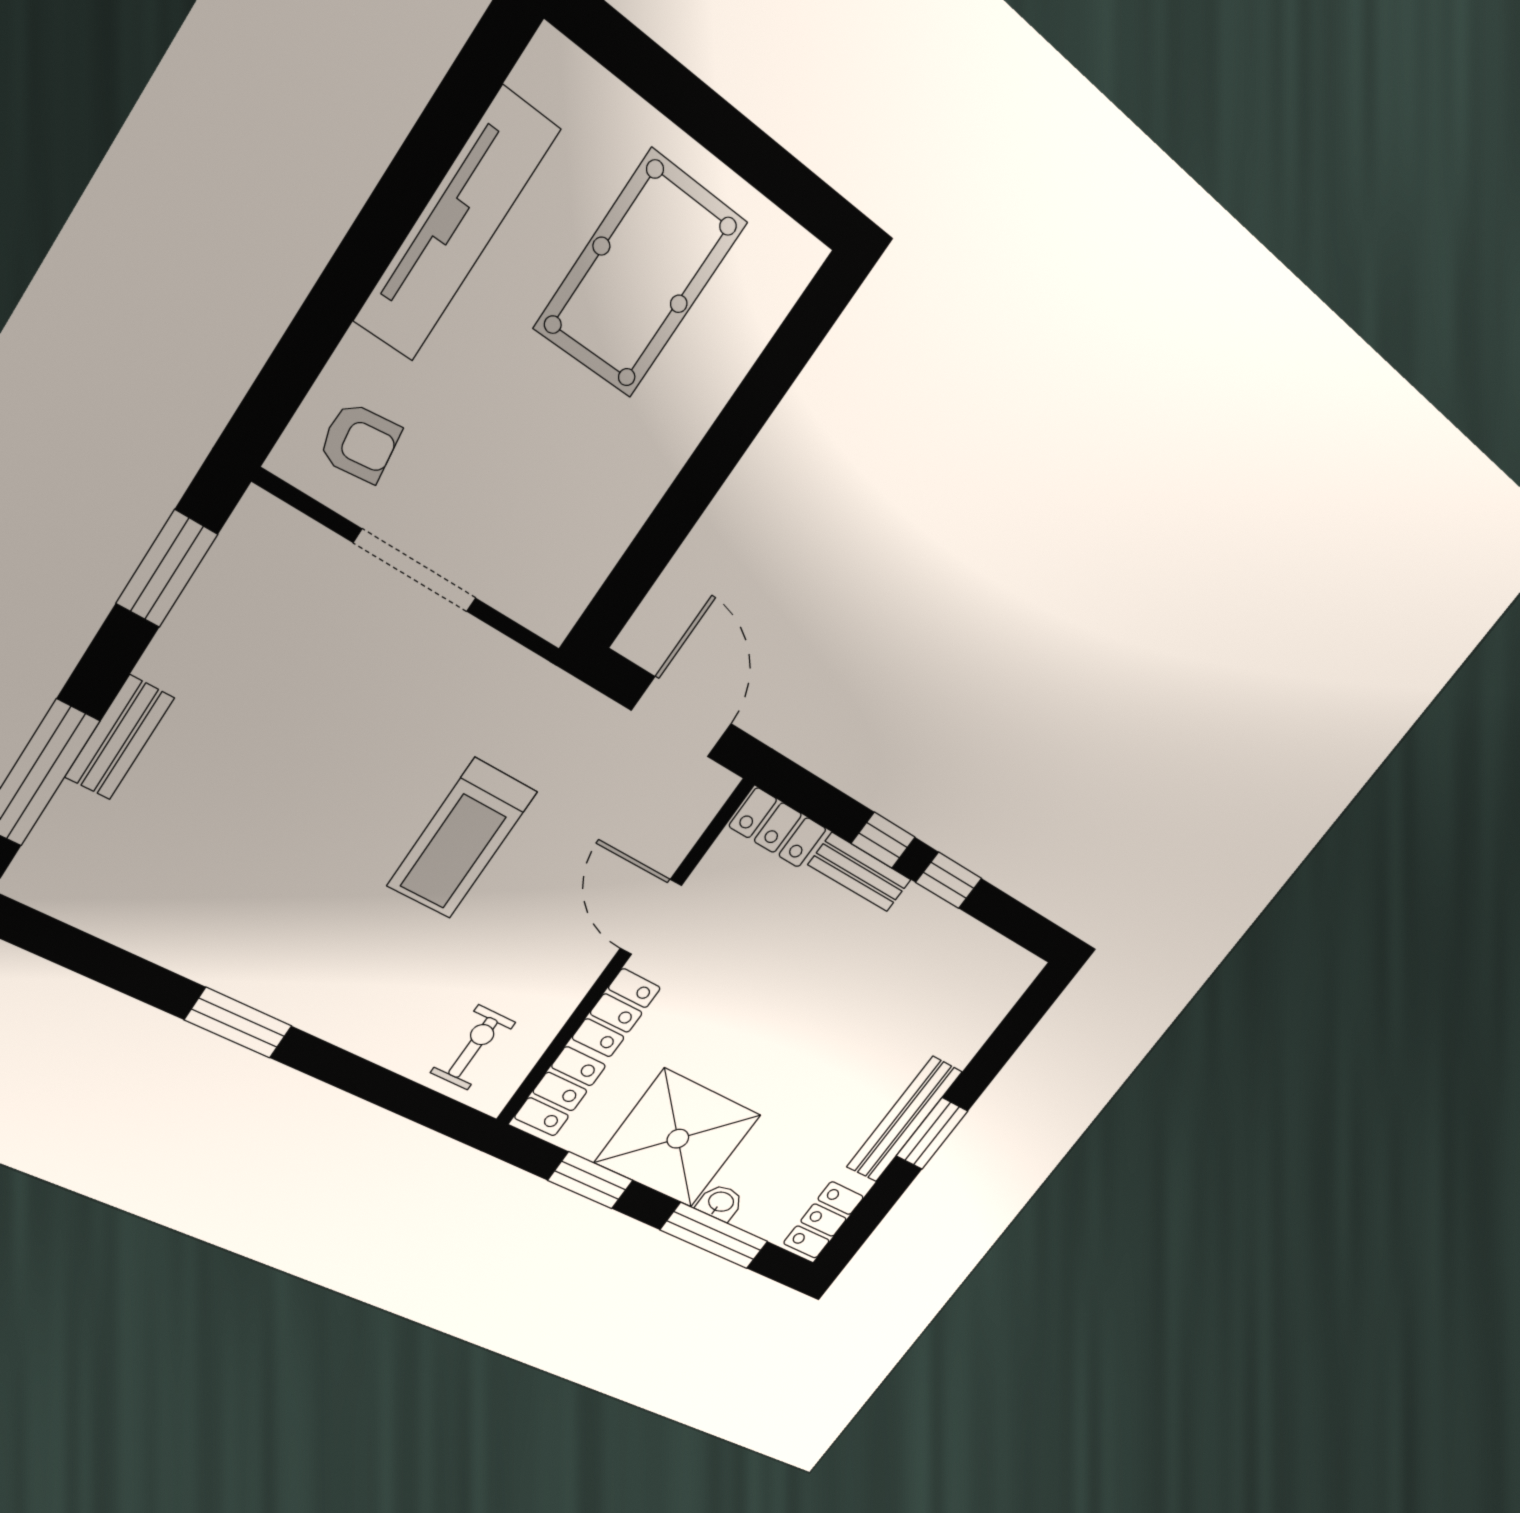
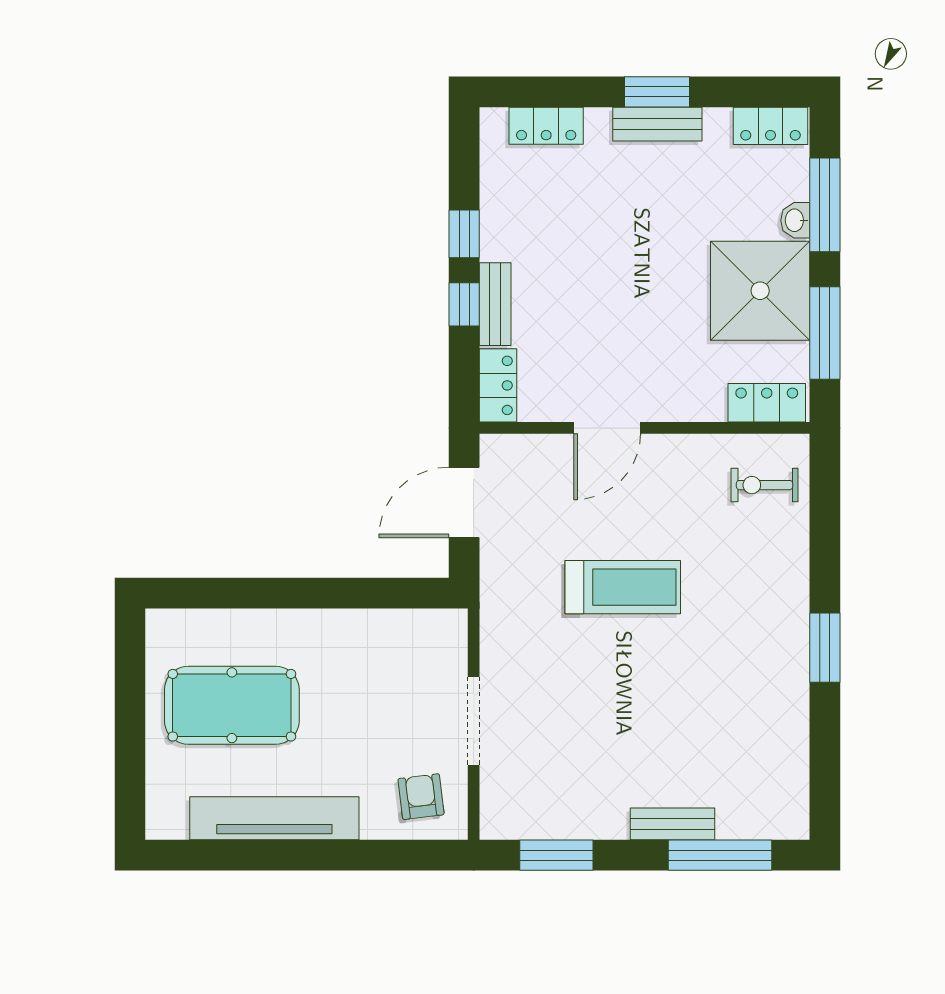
locker: (616, 1013) -> (546, 126), moved, turned 180
bench: (904, 1119) -> (657, 124), width x0.73
window: (590, 1180) -> (825, 333), width x1.44

